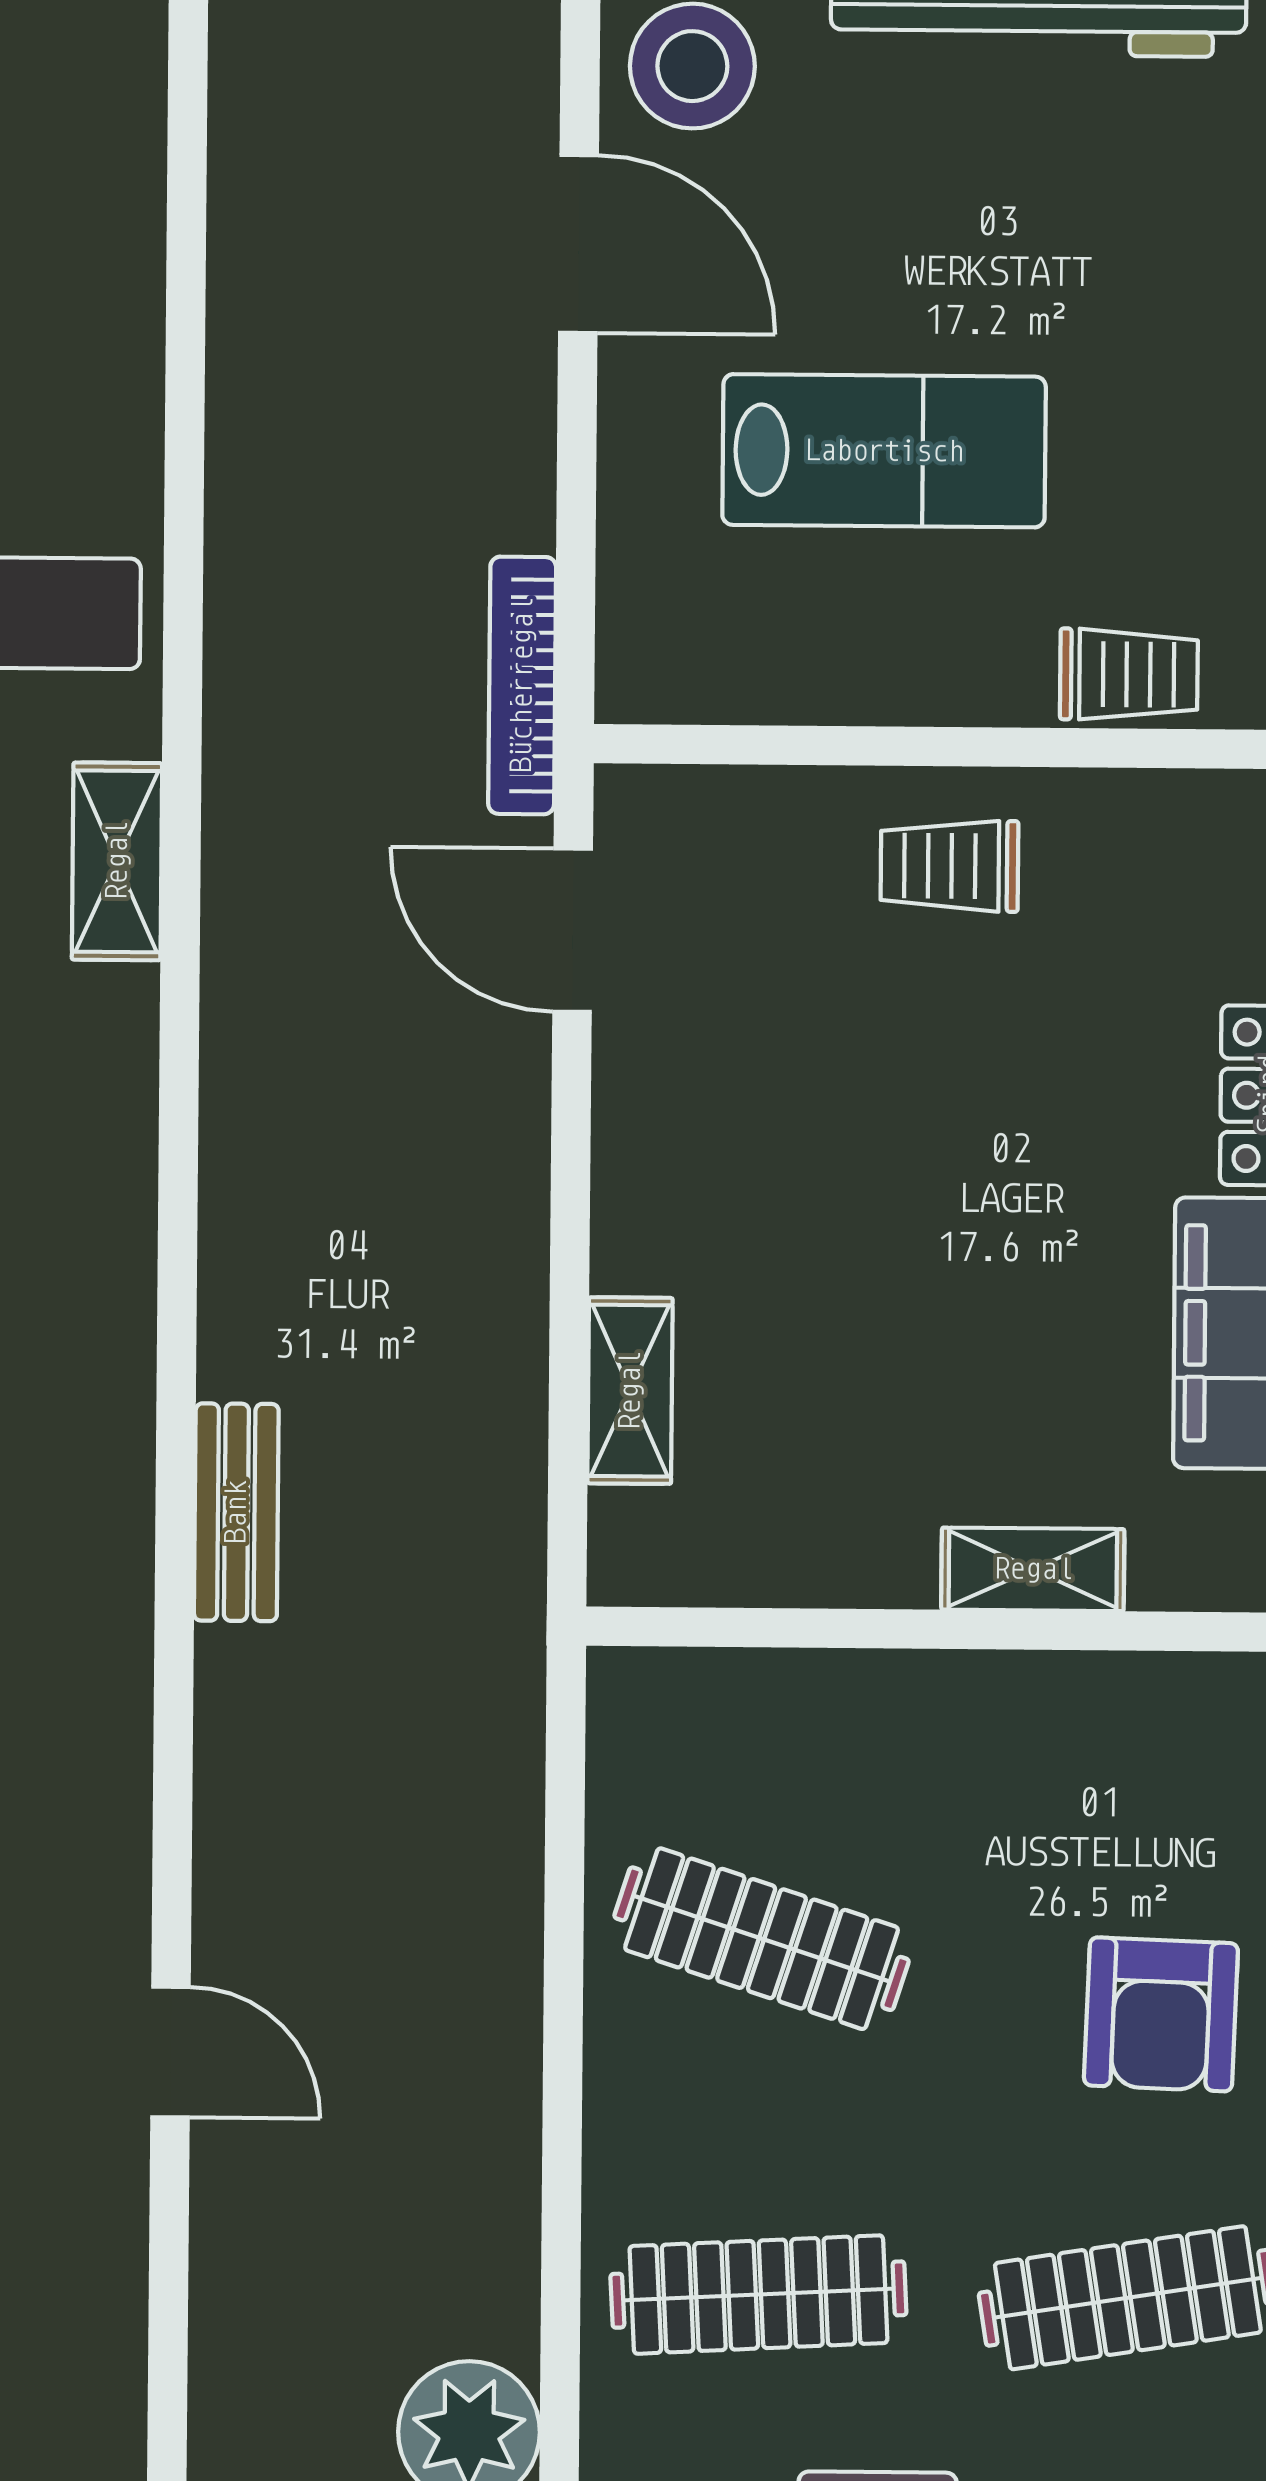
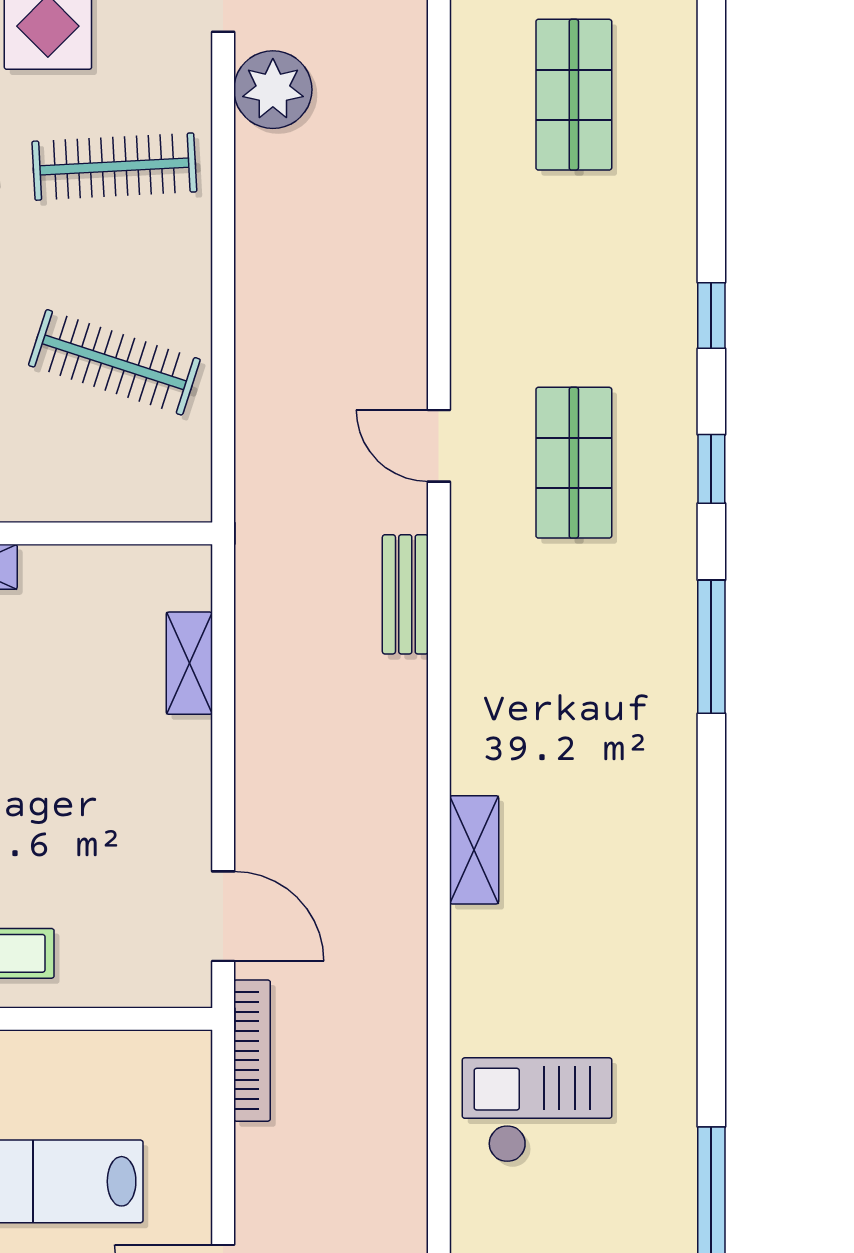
shelving: (117, 861) -> (474, 850), moved
door: (171, 2052) -> (439, 446), moved

